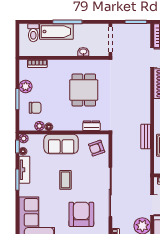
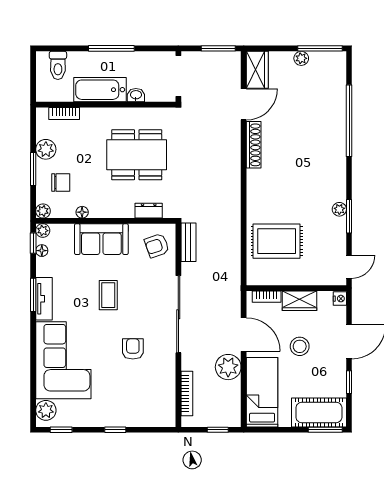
bathtub: (56, 32) -> (100, 90), moved, turned 180
dining table: (84, 90) -> (137, 155), width x1.38
plant: (39, 126) -> (43, 211), moved
bench: (146, 137) -> (188, 242), moved
tv unit: (24, 170) -> (44, 299), moved
armchair: (81, 214) -> (133, 349), width x0.53, depth x0.53

